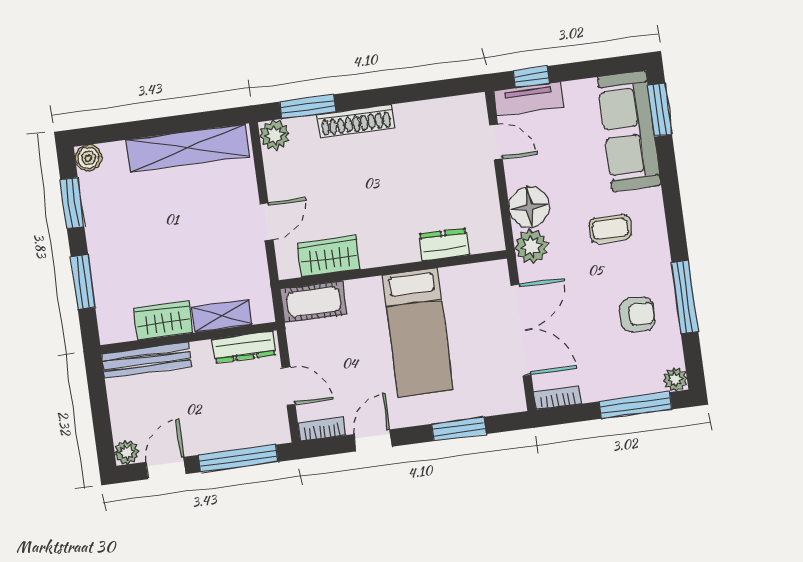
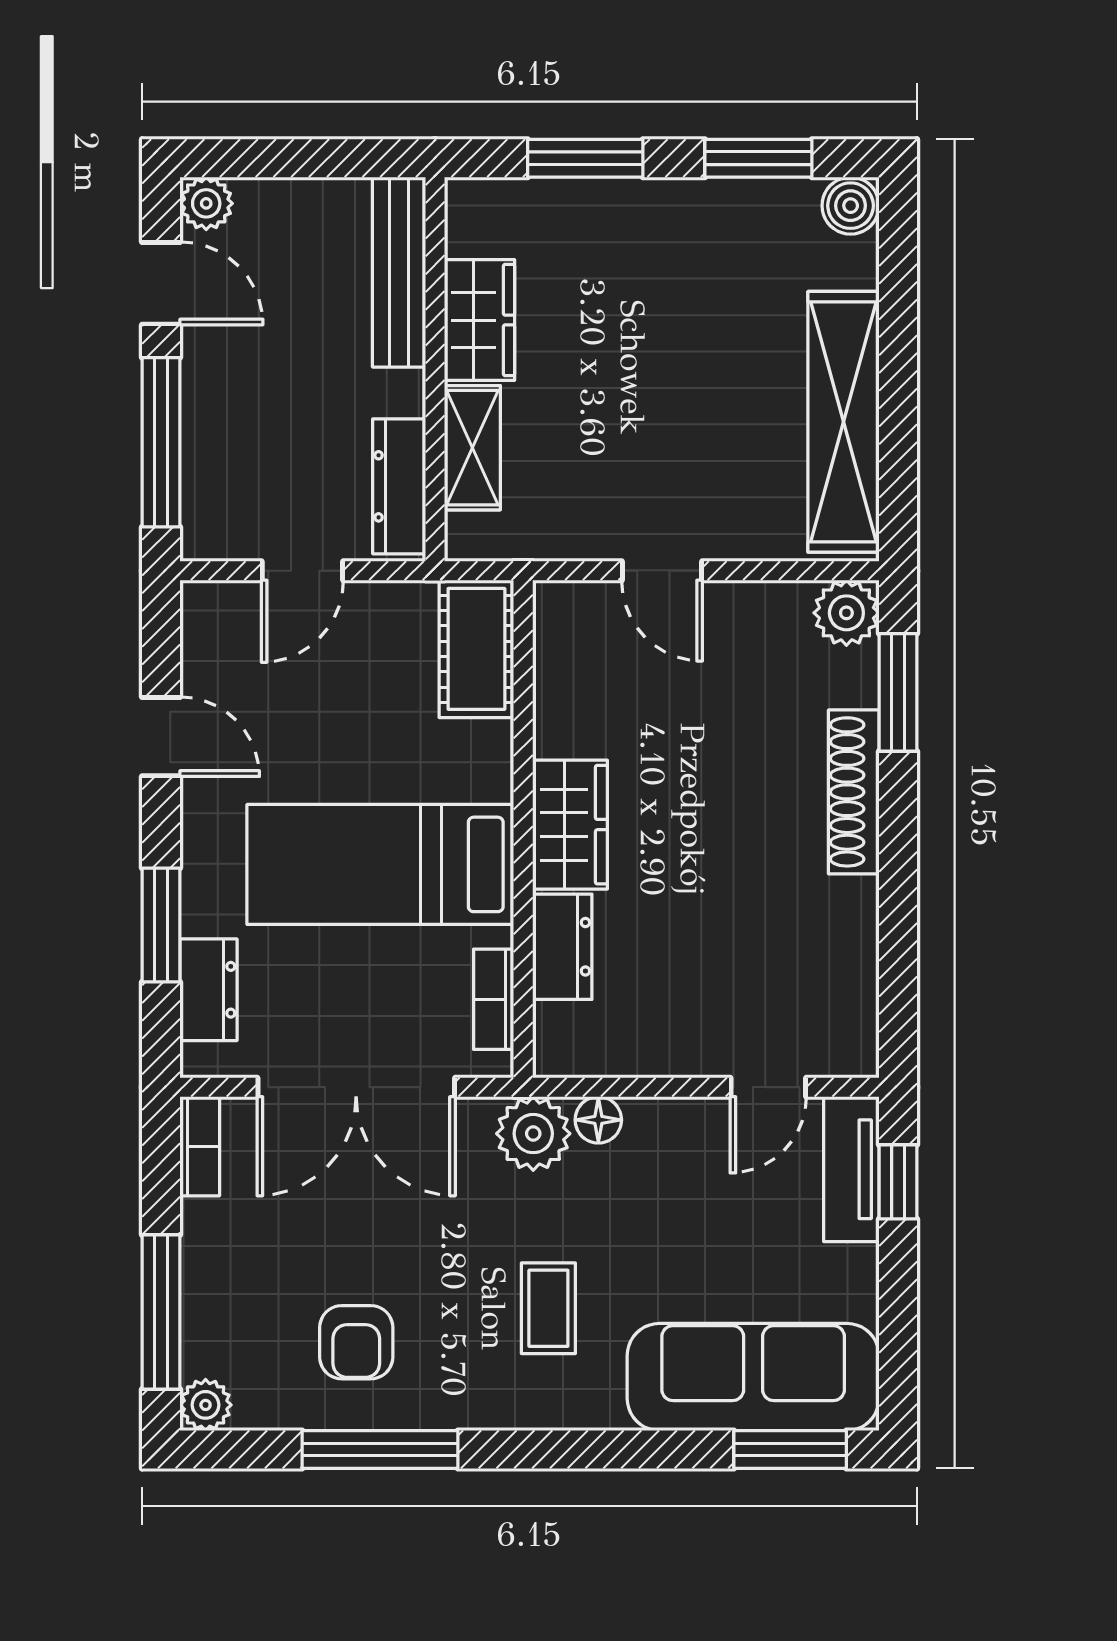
floor lamp: (529, 207) -> (598, 1120), width x0.53, depth x0.53
wardrobe: (329, 256) -> (570, 825), moved
dresser: (485, 403) -> (208, 990), added
bookcase: (322, 429) -> (494, 999), moved, turned 180

